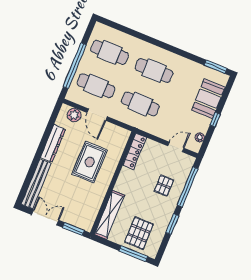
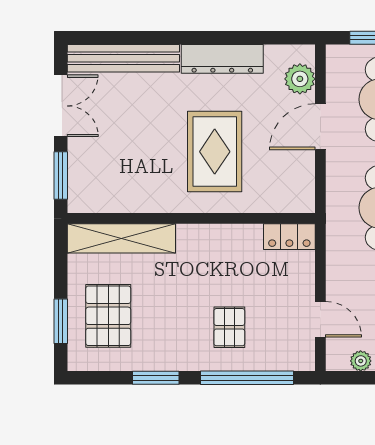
locker: (135, 151) -> (289, 237), width x0.66
rug: (90, 162) -> (215, 152), turned 90
pallet: (164, 186) -> (229, 327), turned 90
pallet: (139, 233) -> (108, 316), turned 90
window: (133, 254) -> (61, 321), width x0.69

